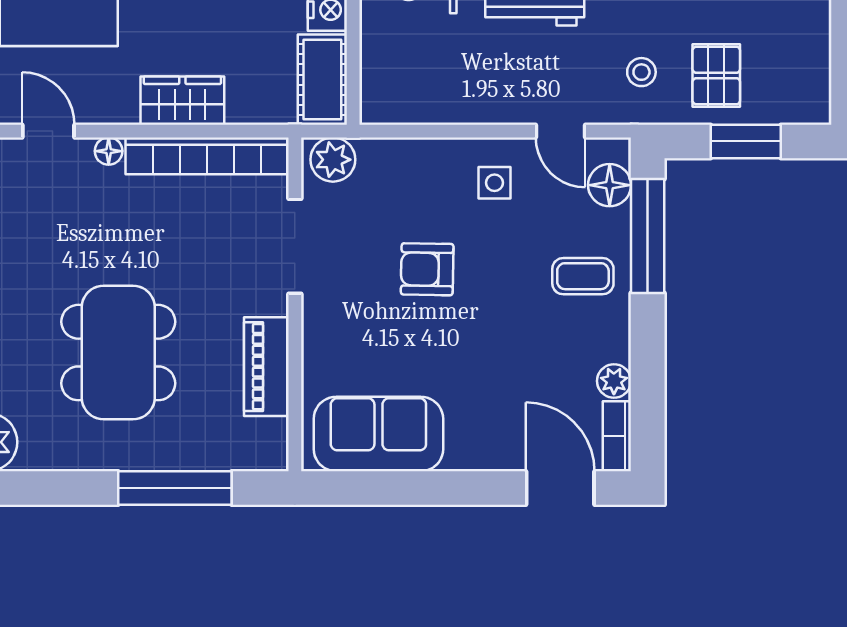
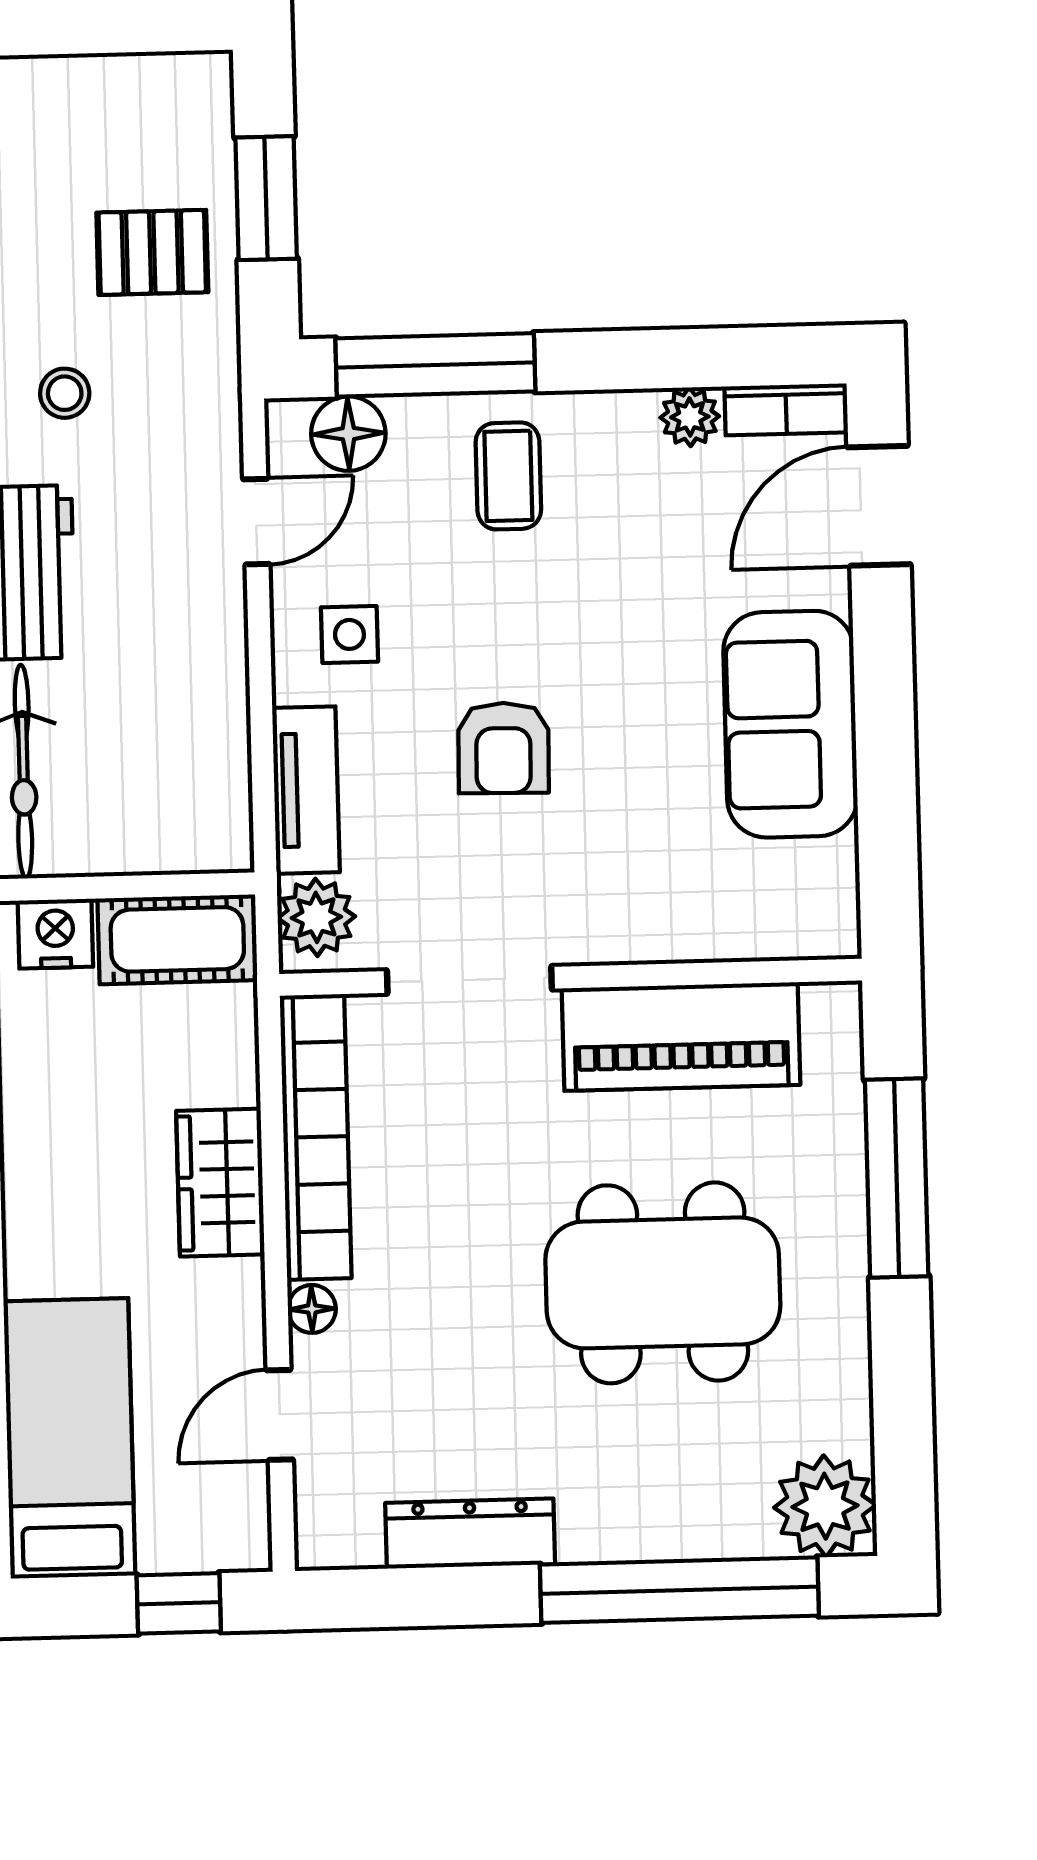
stool: (641, 72) -> (65, 393), moved
tv unit: (406, 155) -> (306, 790), added
piano: (266, 367) -> (681, 1037), width x1.37, depth x1.33
sofa: (378, 434) -> (790, 724), moved

